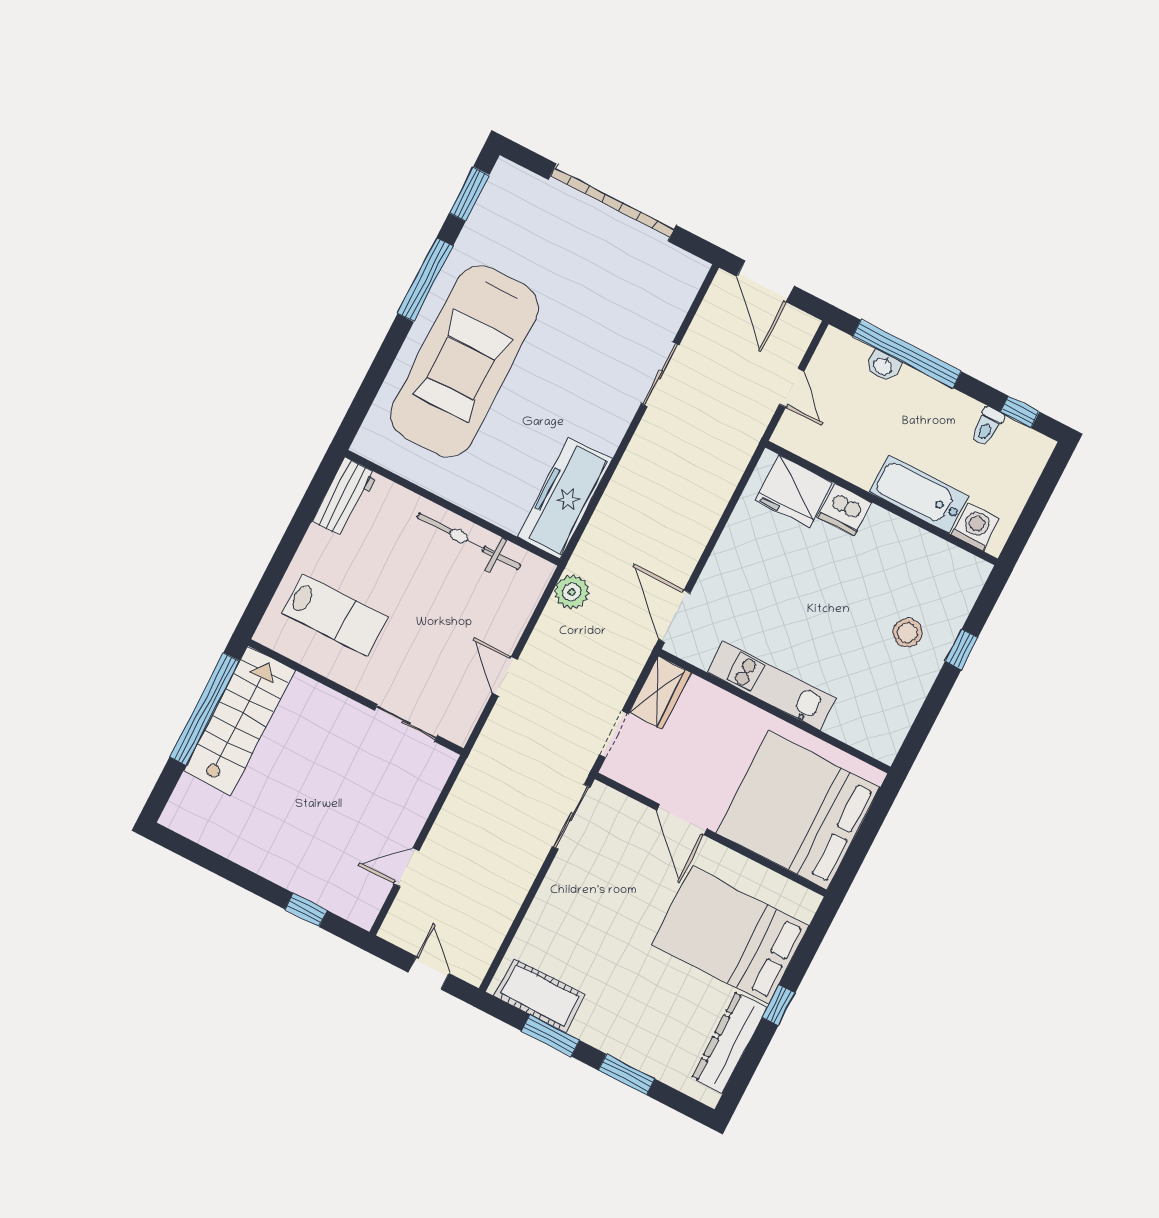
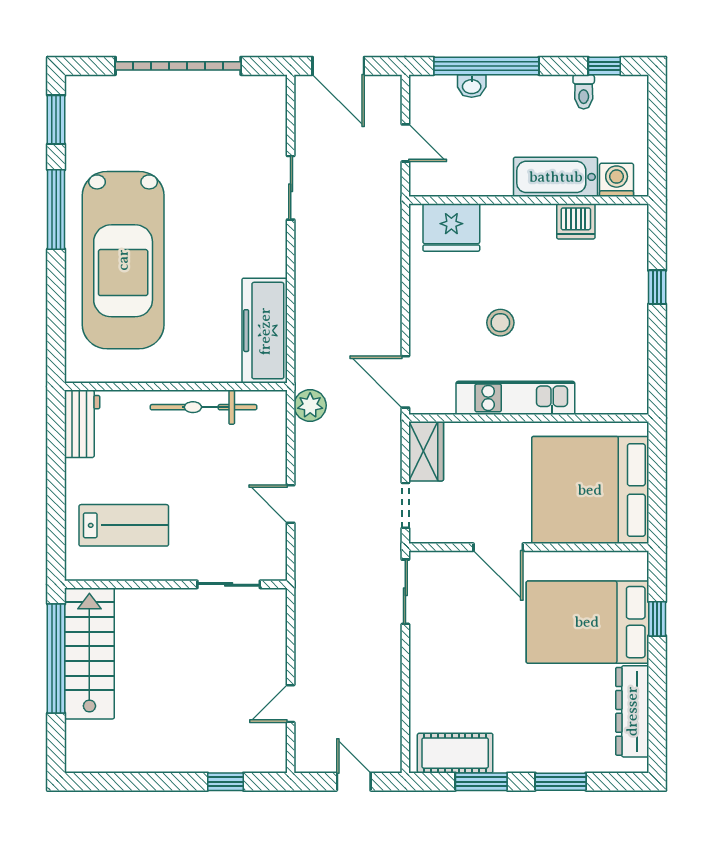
dishwasher: (845, 510) -> (576, 221), moved
stool: (907, 633) -> (500, 323), moved
window: (779, 1005) -> (657, 619), moved

